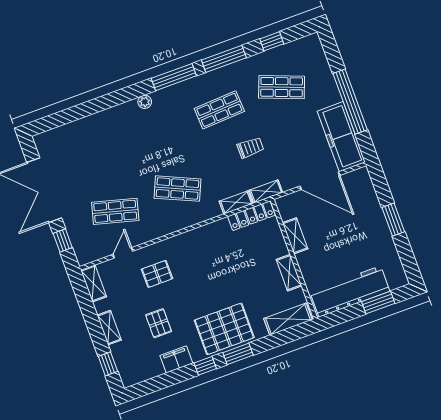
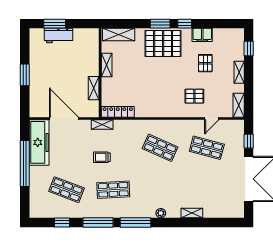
shelving: (236, 202) -> (192, 213), moved
workbench: (350, 291) -> (58, 36), width x0.53, depth x0.76

